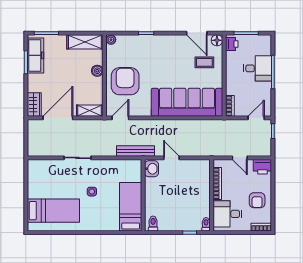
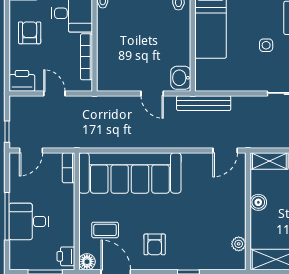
plant: (111, 40) -> (239, 244), moved
boiler: (97, 71) -> (258, 202), moved
armchair: (125, 81) -> (155, 244), moved, width x0.53, depth x0.53

